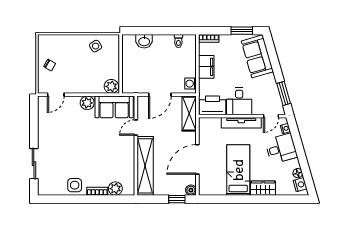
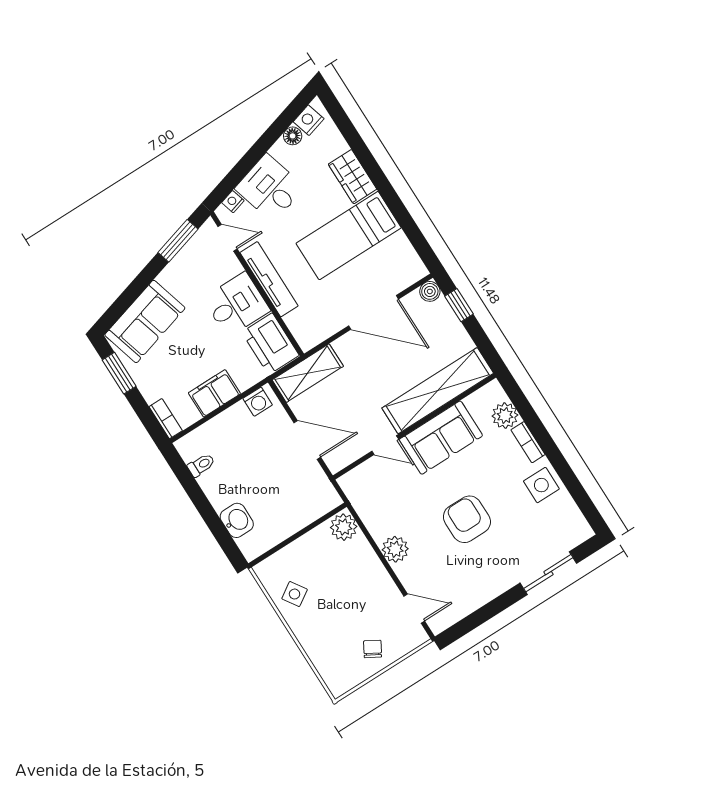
sofa: (114, 107) -> (441, 438), moved, turned 90
armchair: (80, 143) -> (467, 519), added

